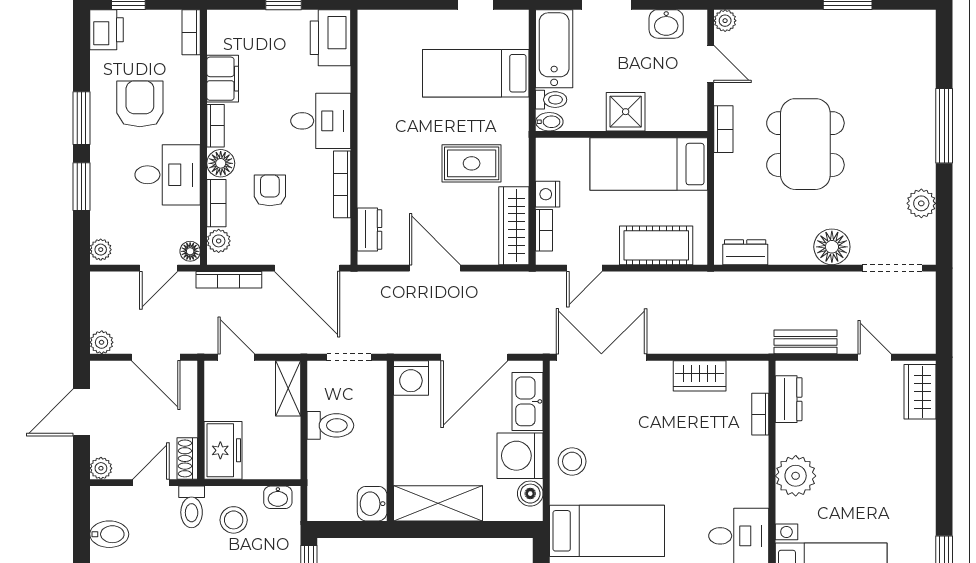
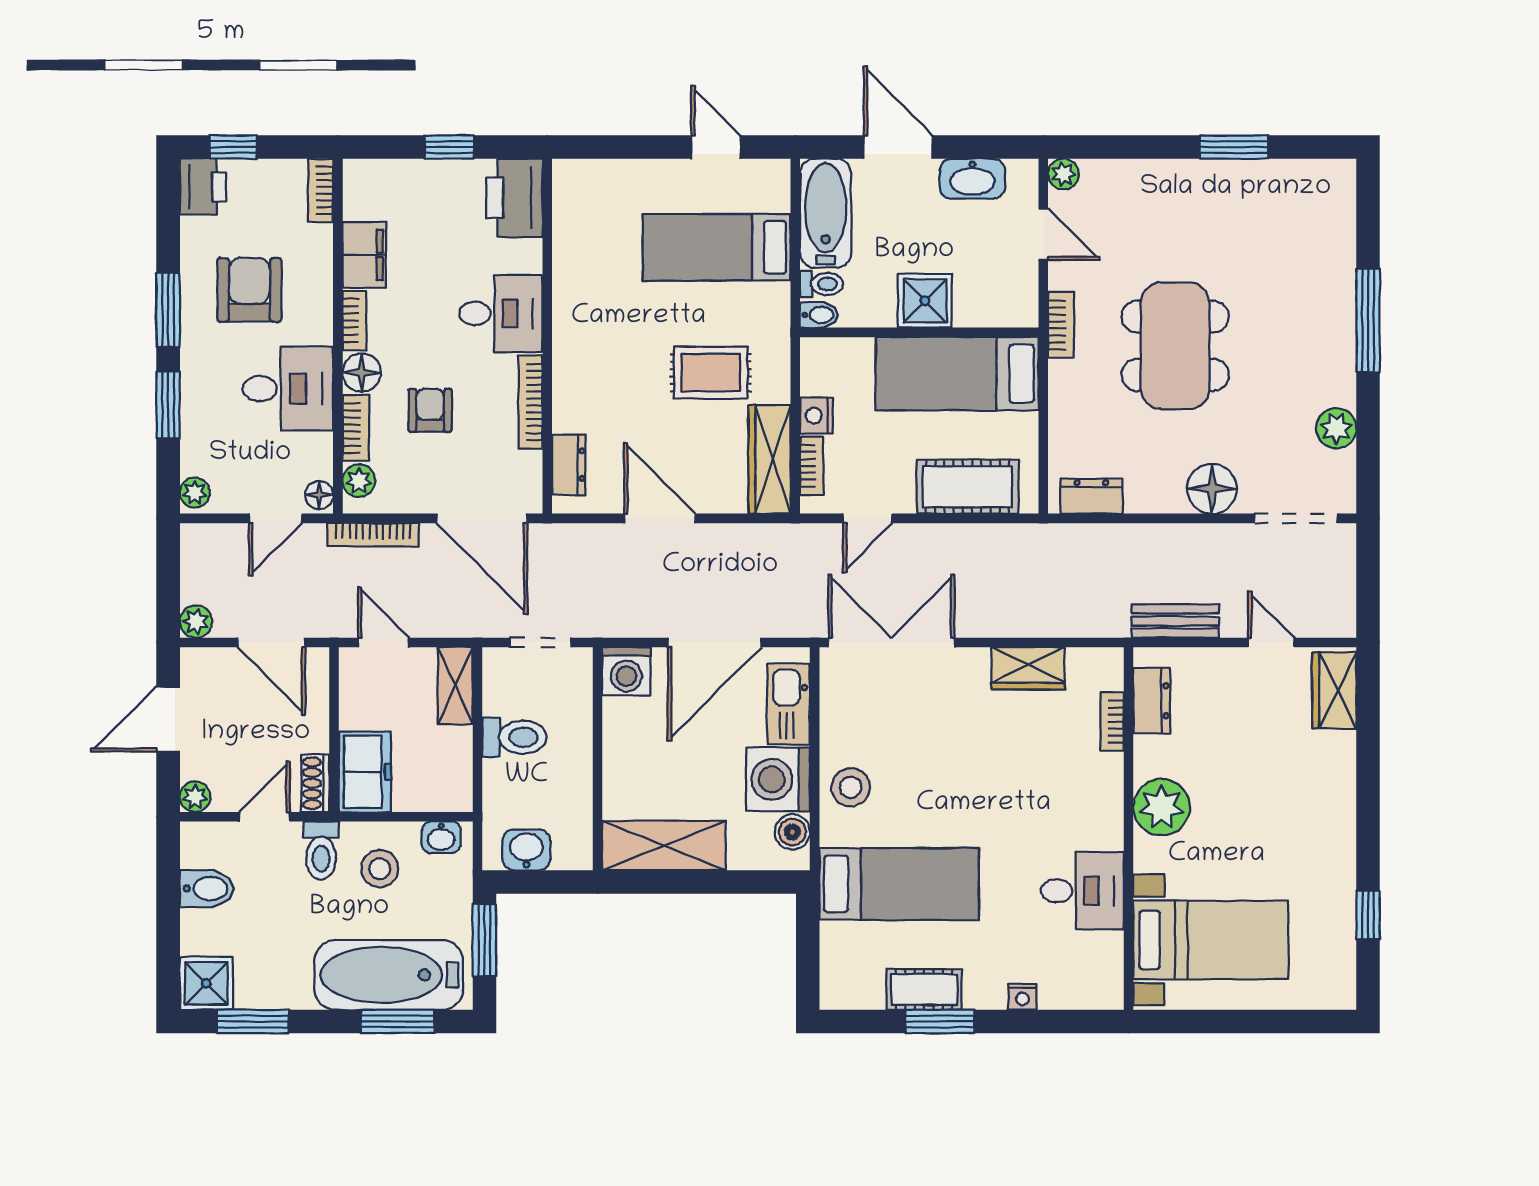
washbasin: (666, 24) -> (972, 179), width x1.38
washbasin: (372, 504) -> (526, 850), moved, turned 90

